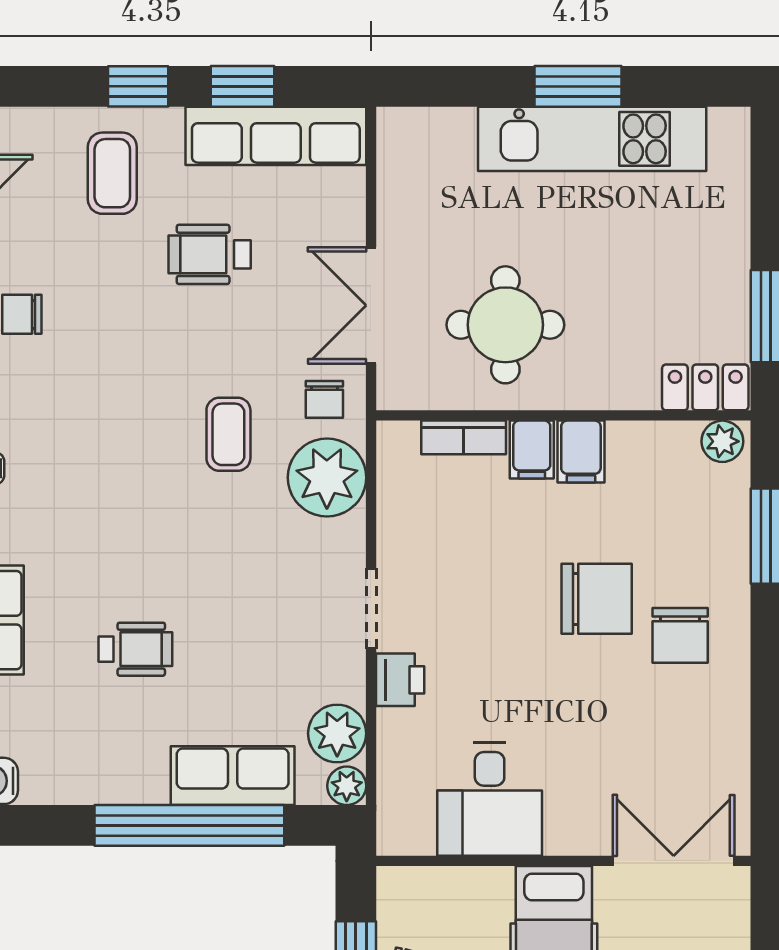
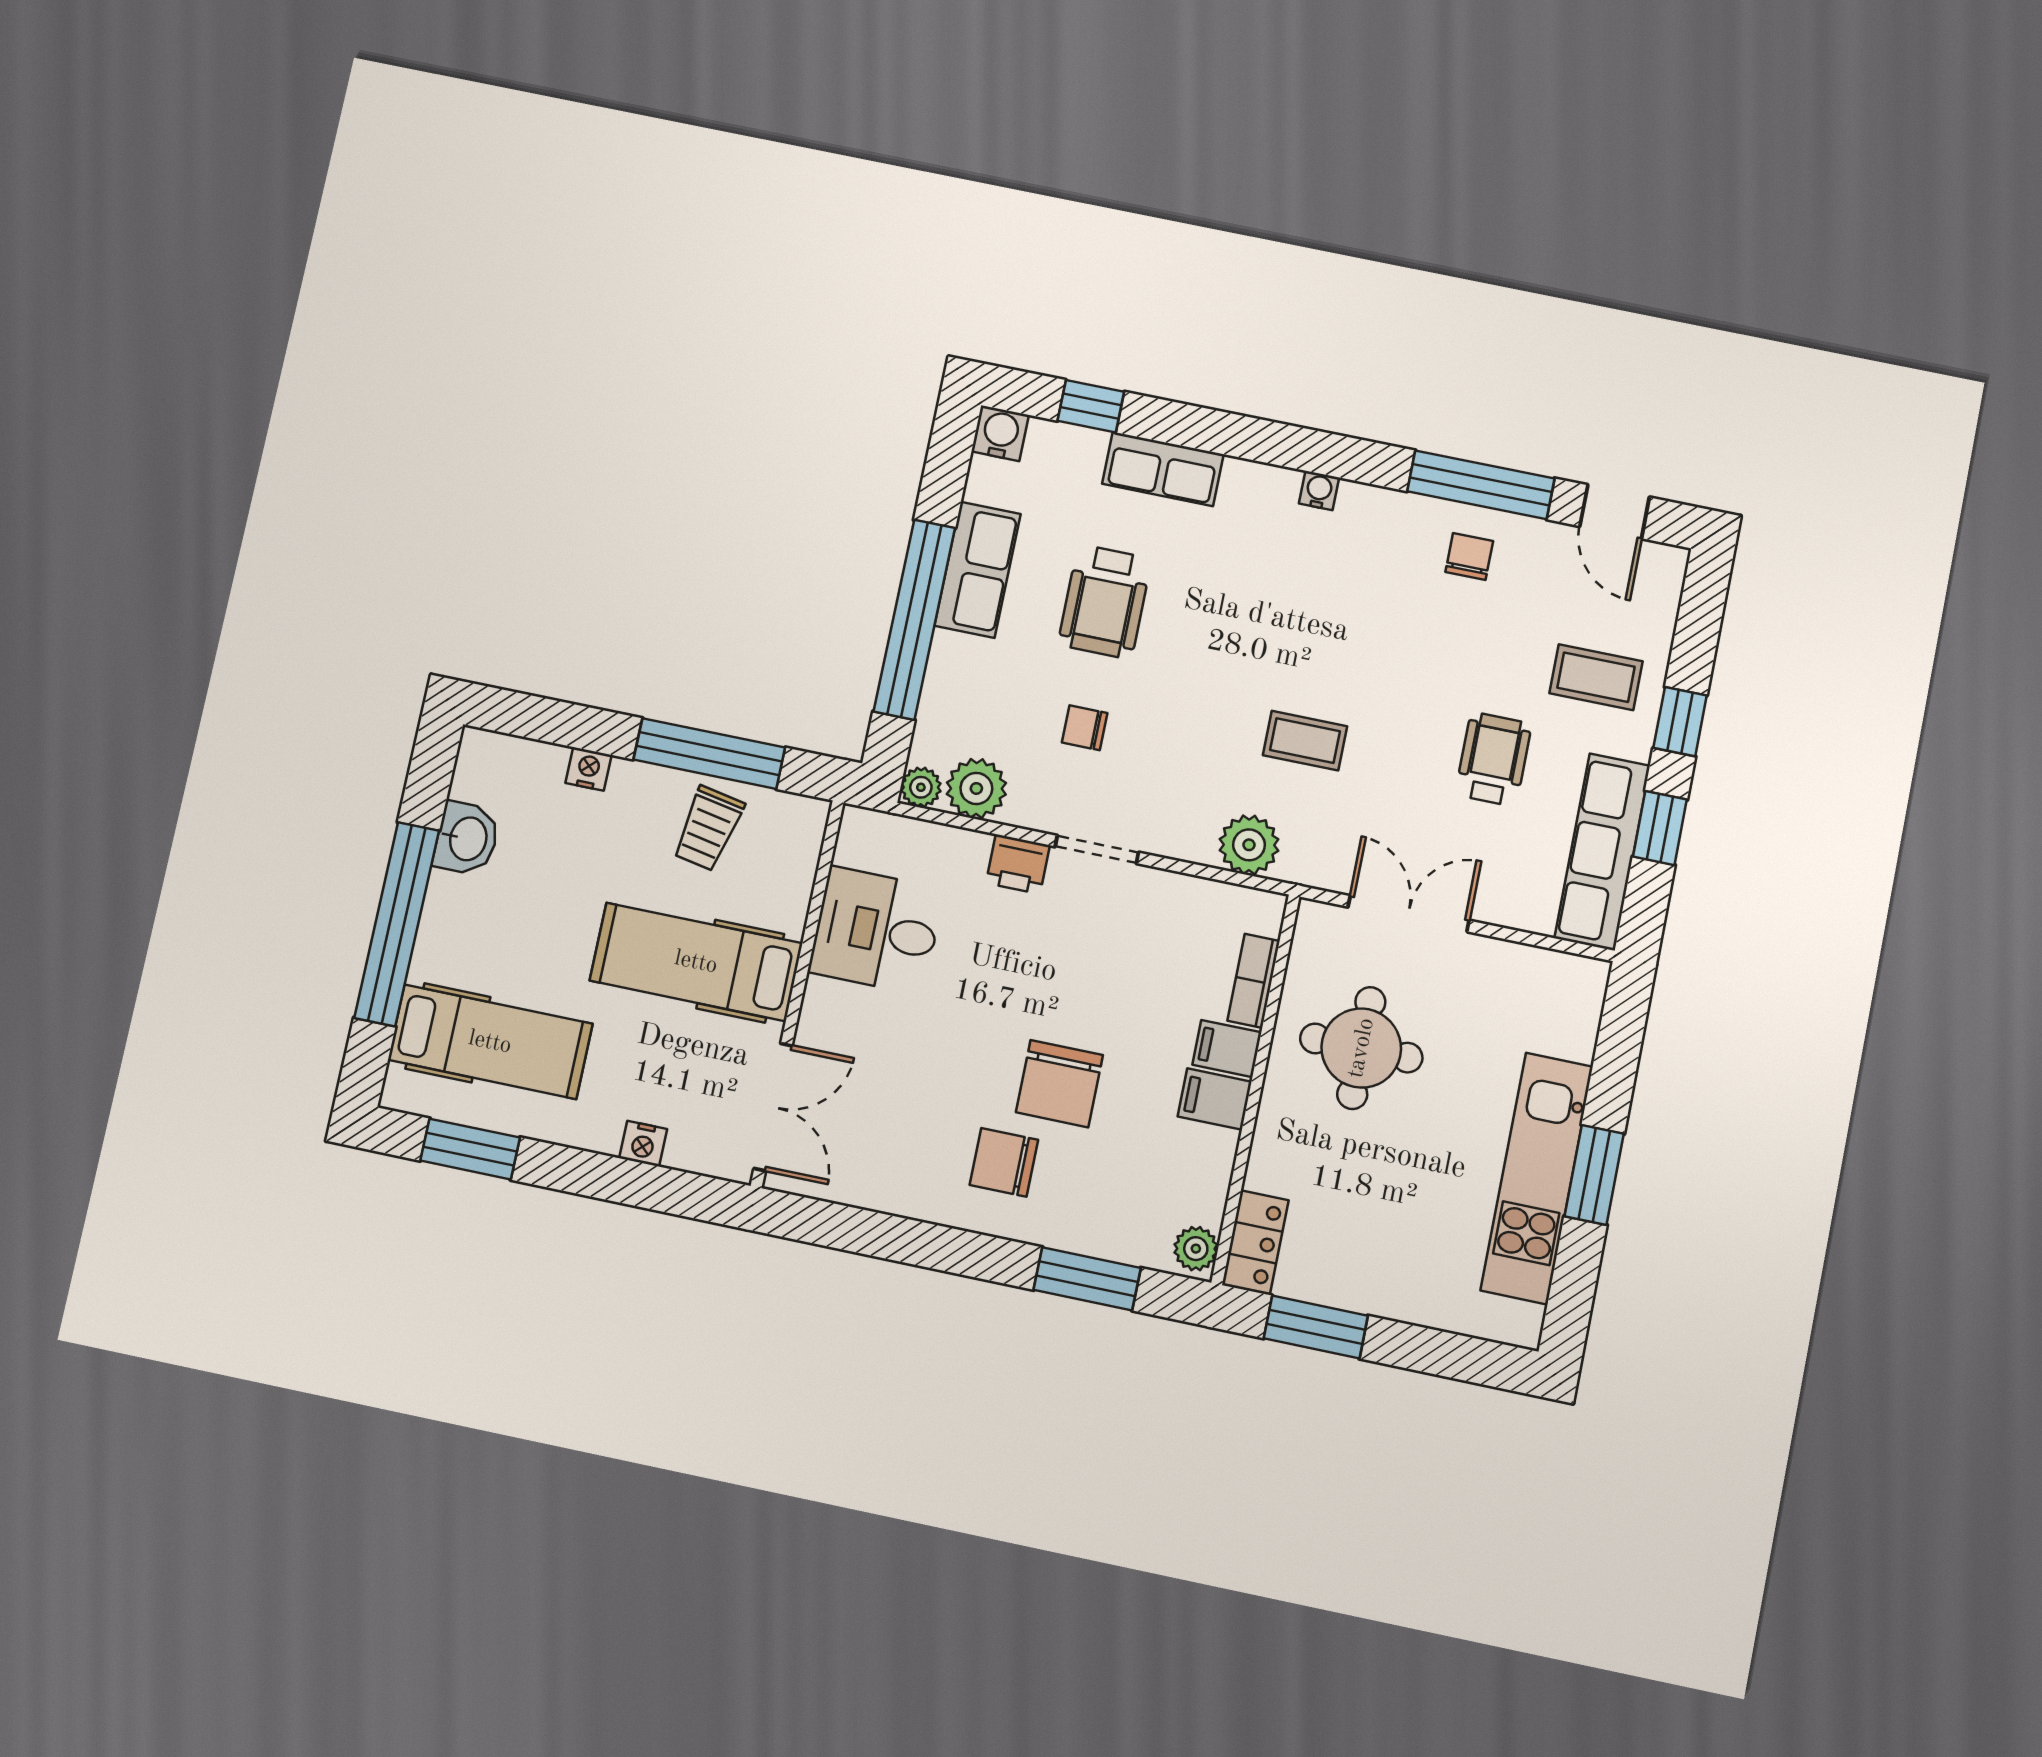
chair: (324, 399) -> (1085, 728), moved
plant: (327, 478) -> (1249, 845), width x0.73, depth x0.73
wheelchair: (135, 649) -> (1105, 602), width x1.36, depth x1.37
row of seats: (233, 776) -> (978, 570), moved

